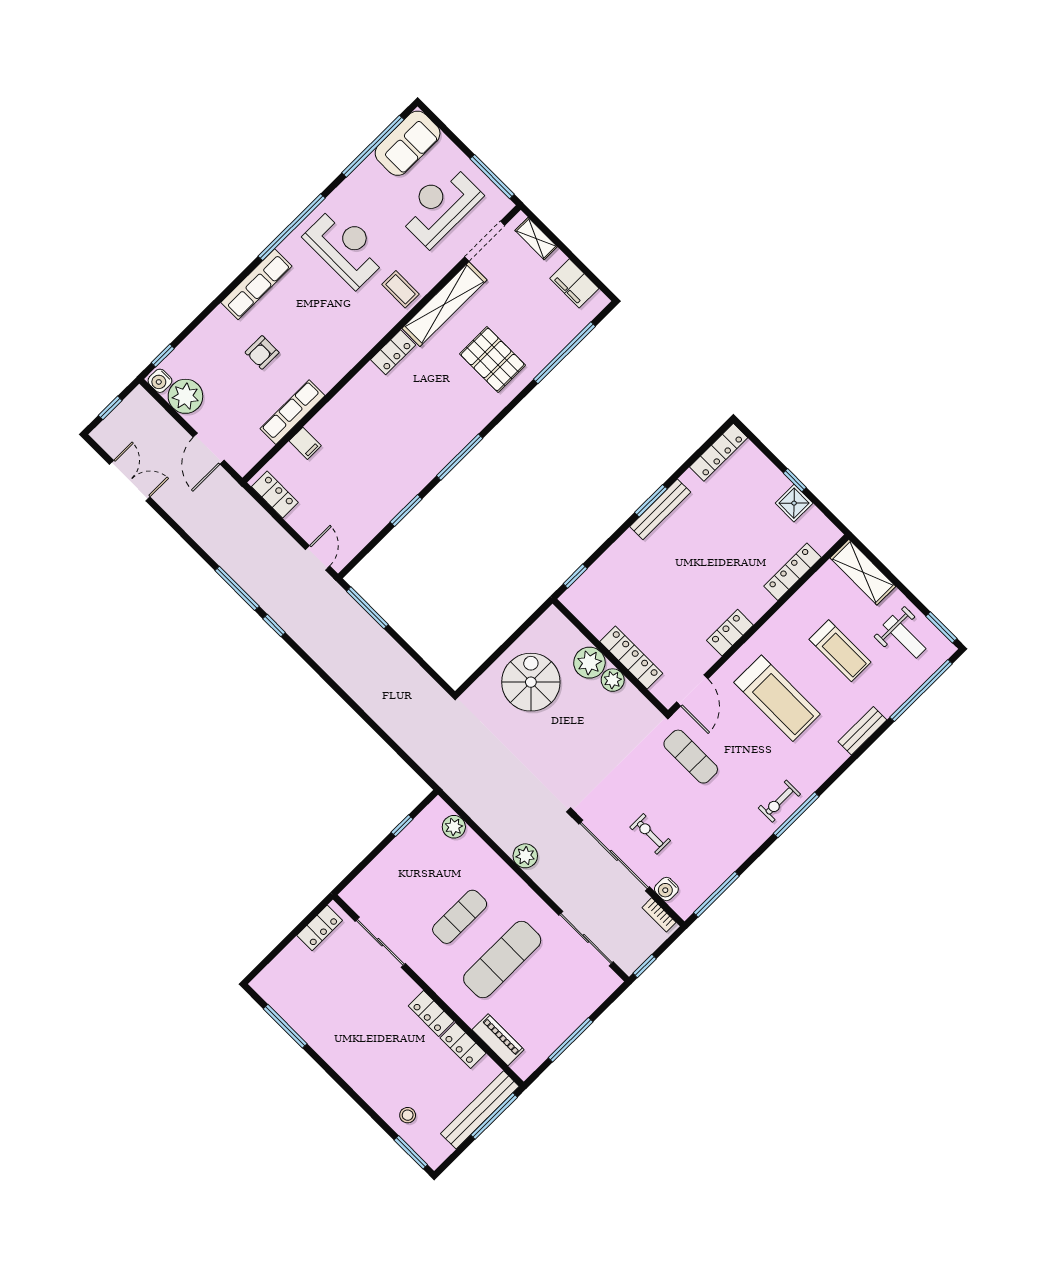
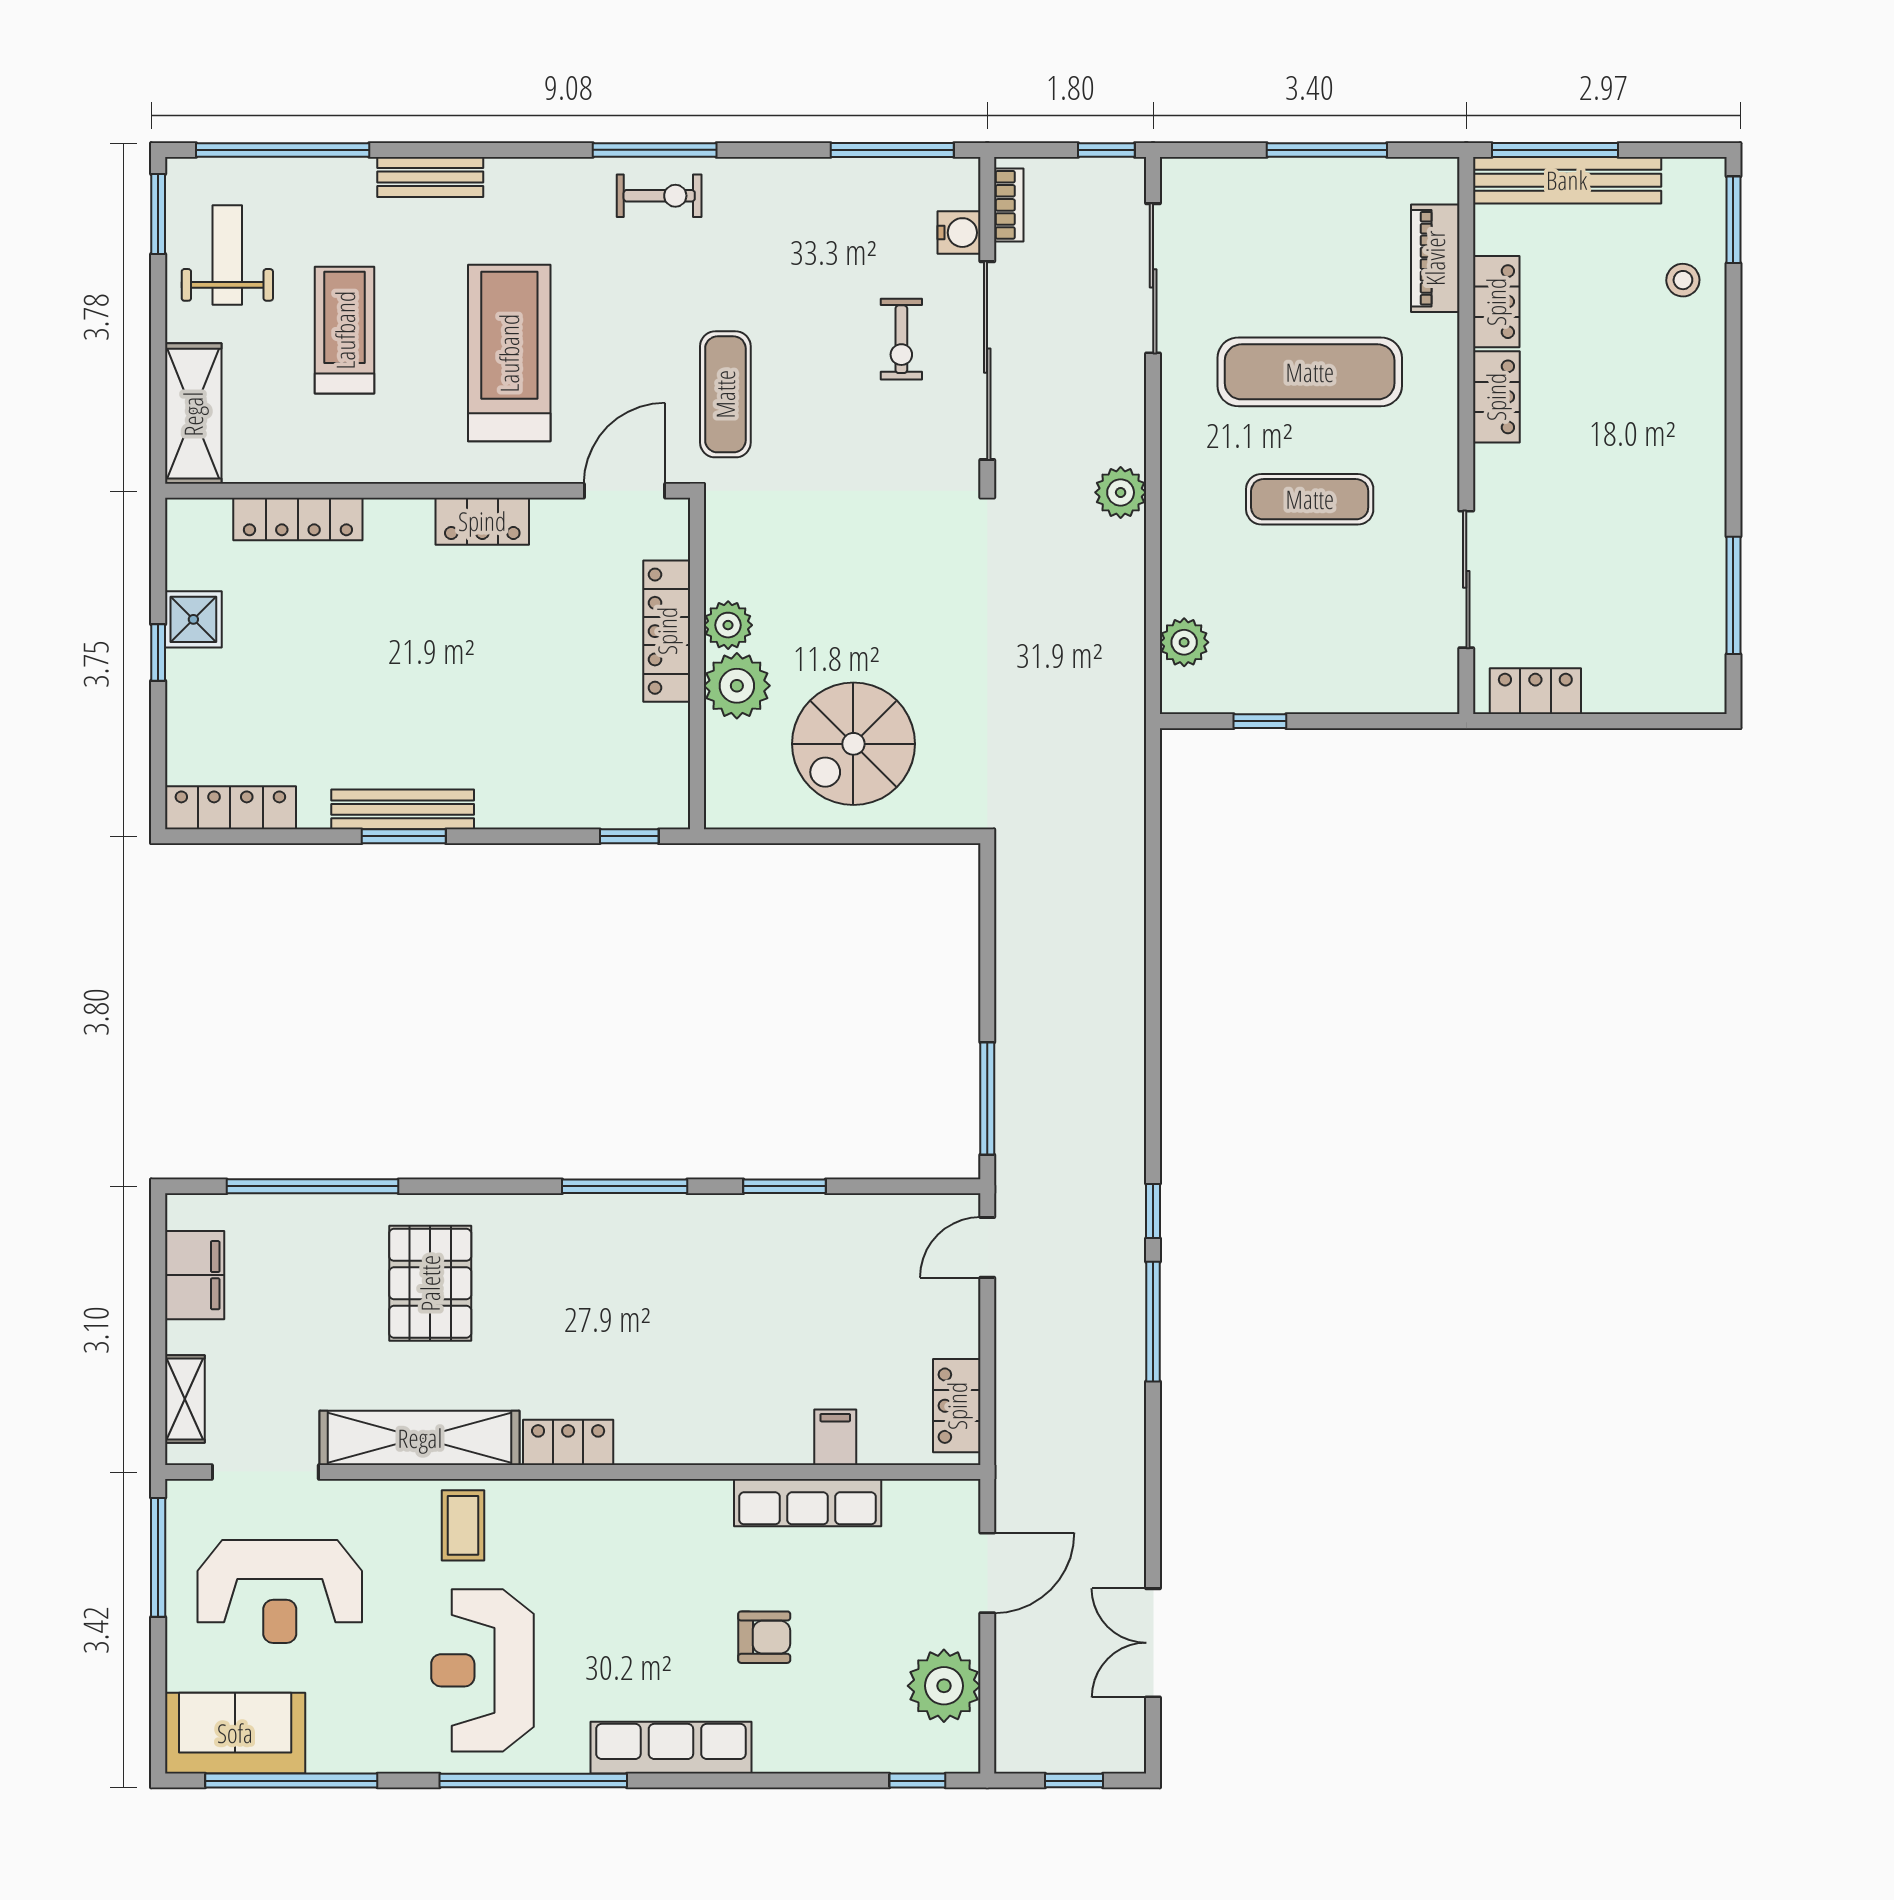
water cooler: (160, 381) -> (959, 1747), removed

